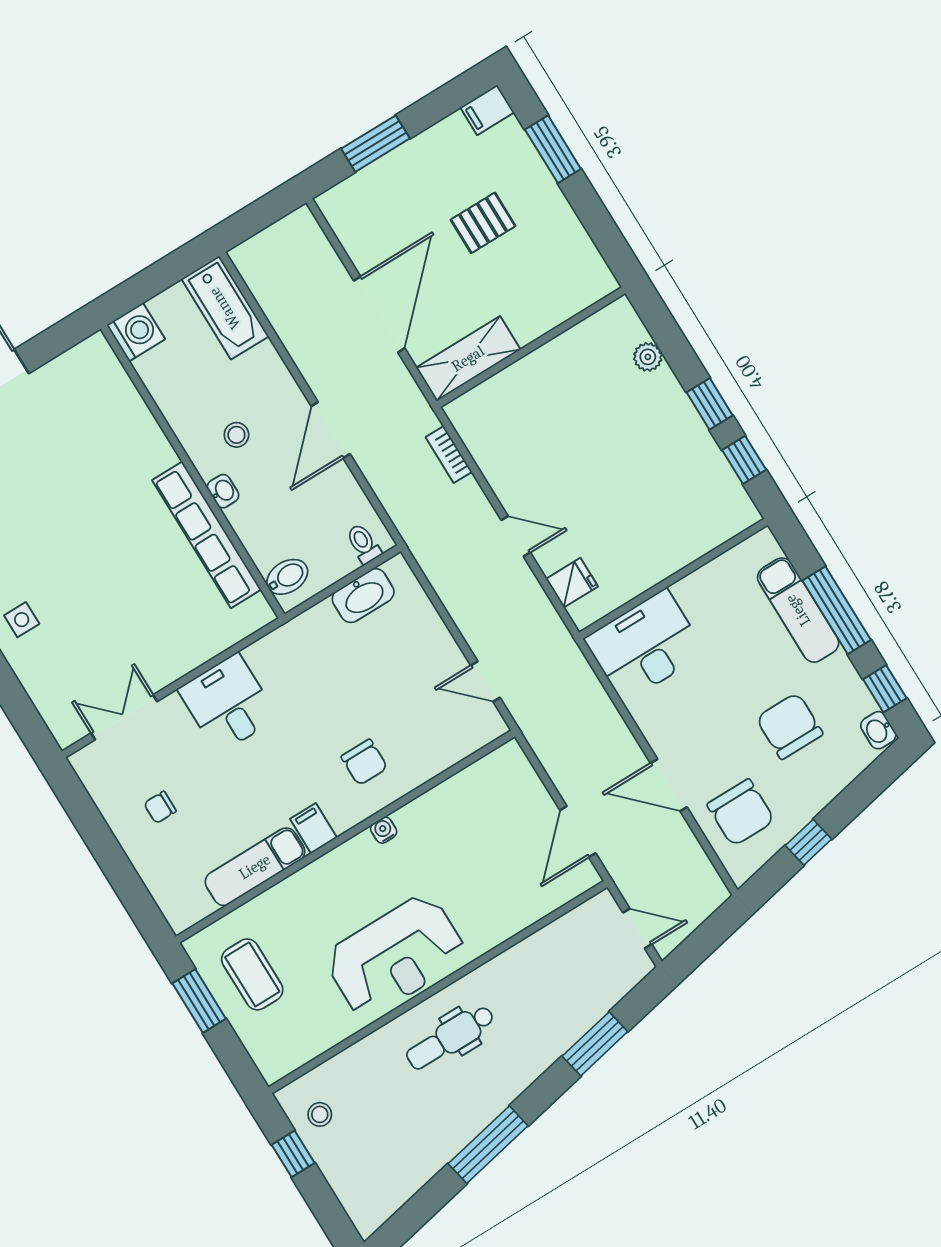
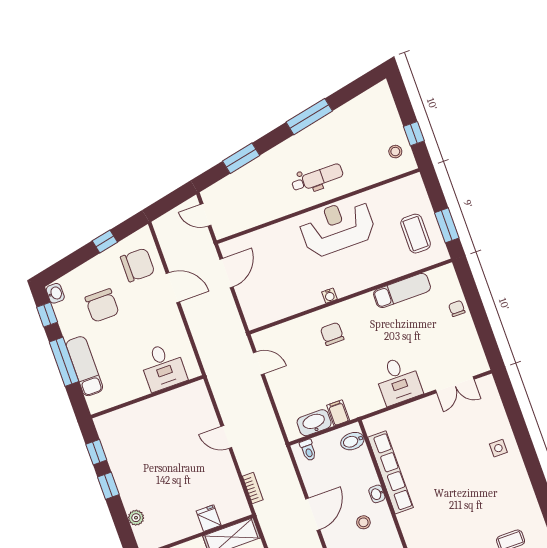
fridge: (572, 583) -> (209, 518), moved, turned 90
desk: (645, 646) -> (163, 367), width x0.73
chair: (160, 807) -> (457, 309), moved, turned -90
chair: (741, 813) -> (138, 265), turned 90
filing cabinet: (313, 828) -> (338, 413), moved, turned 180

